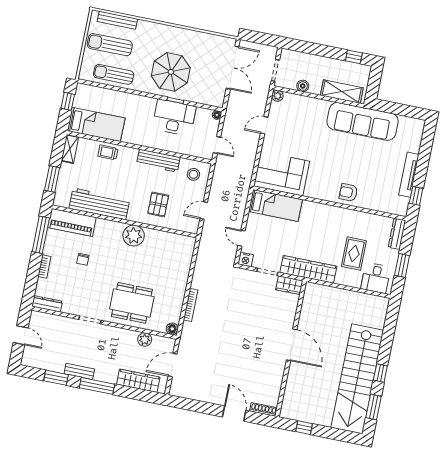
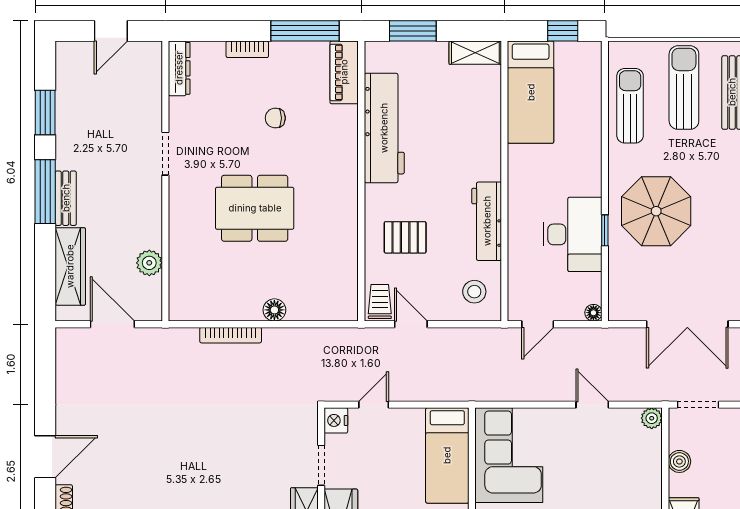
trolley: (108, 152) -> (380, 301), moved
piano: (72, 222) -> (344, 72), width x0.73, depth x0.75
plant: (134, 236) -> (338, 203), removed
dining table: (132, 303) -> (255, 208), moved, turned 90
floor lamp: (172, 329) -> (274, 310), moved
bench: (79, 371) -> (66, 198), moved

